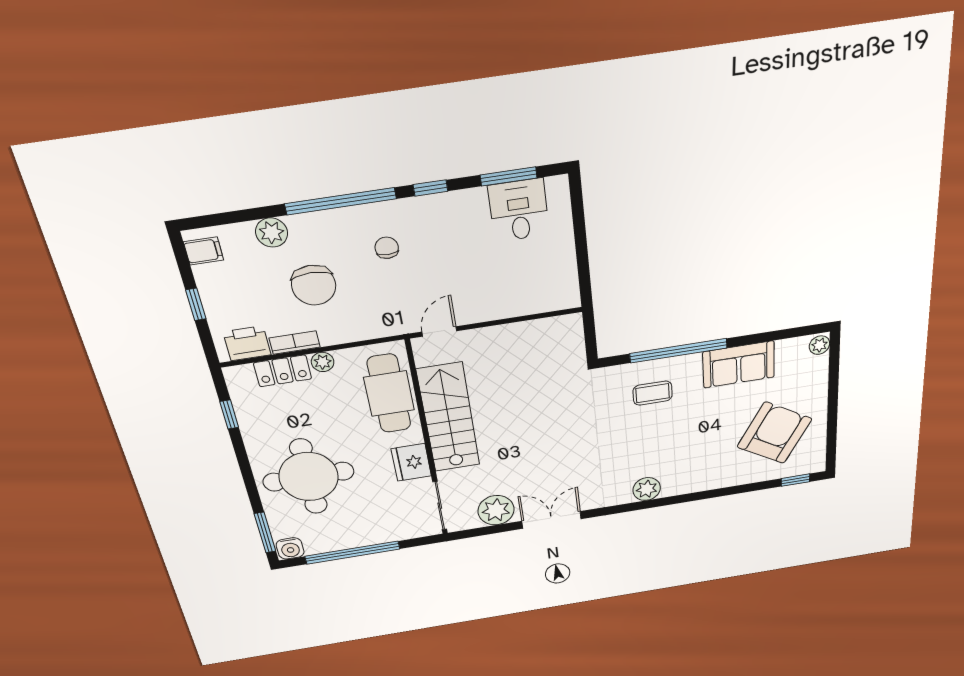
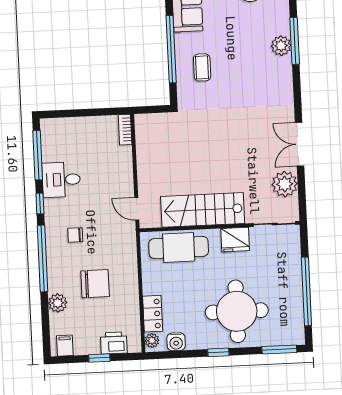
window: (509, 176) -> (38, 155), width x1.44
desk: (519, 210) -> (61, 180), moved
printer: (247, 343) -> (114, 343), moved, turned 90
bookcase: (295, 343) -> (125, 130), moved
plant: (323, 362) -> (152, 340), moved
window: (229, 414) -> (218, 352), moved
plant: (647, 489) -> (281, 46), moved
window: (689, 497) -> (295, 41), added
water cooler: (290, 548) -> (176, 342), moved, turned 90

